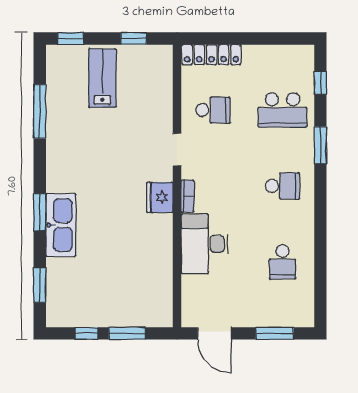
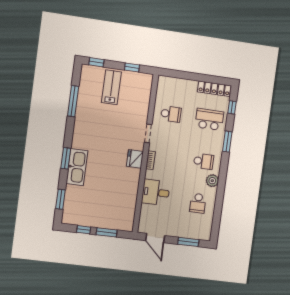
locker: (211, 55) -> (214, 89), moved
school desk: (283, 110) -> (209, 119), turned 180
plant: (303, 218) -> (212, 181), added
desk: (204, 244) -> (156, 192), width x0.73

